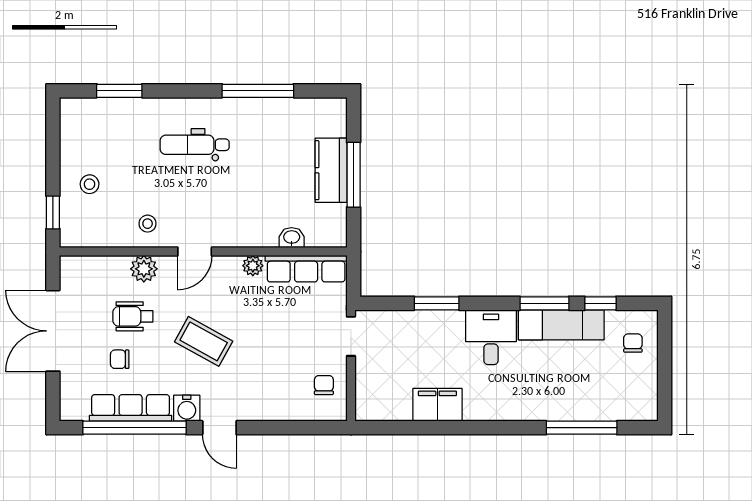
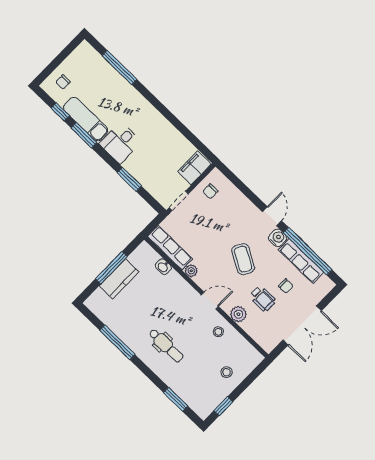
window: (53, 212) -> (223, 406), moved
filing cabinet: (437, 405) -> (194, 168), moved, turned 90

